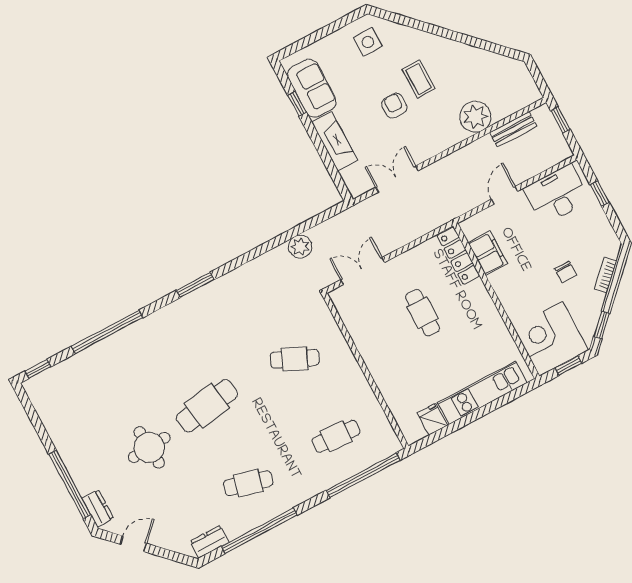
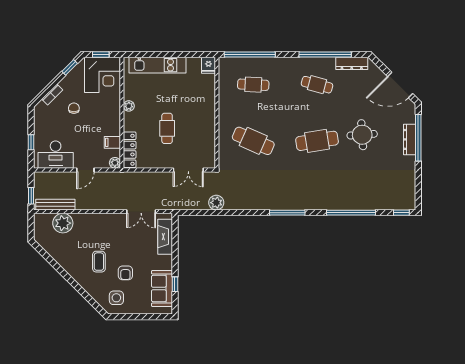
armchair: (394, 106) -> (125, 273), moved
plant: (475, 117) -> (63, 223), moved
bench: (513, 129) -> (55, 205), width x1.36
fireplace: (335, 141) -> (165, 237), moved
plant: (469, 227) -> (115, 163), added
filing cabinet: (488, 253) -> (112, 142), width x0.50
window: (195, 285) -> (287, 213), width x1.44
plant: (492, 315) -> (129, 106), added
cafe table: (295, 359) -> (253, 141), width x1.37, depth x1.35
fridge: (432, 419) -> (208, 65), moved
dresser: (98, 508) -> (410, 139), moved, width x1.44
dresser: (210, 542) -> (352, 63), width x1.44
door: (133, 544) -> (400, 85), width x1.87

